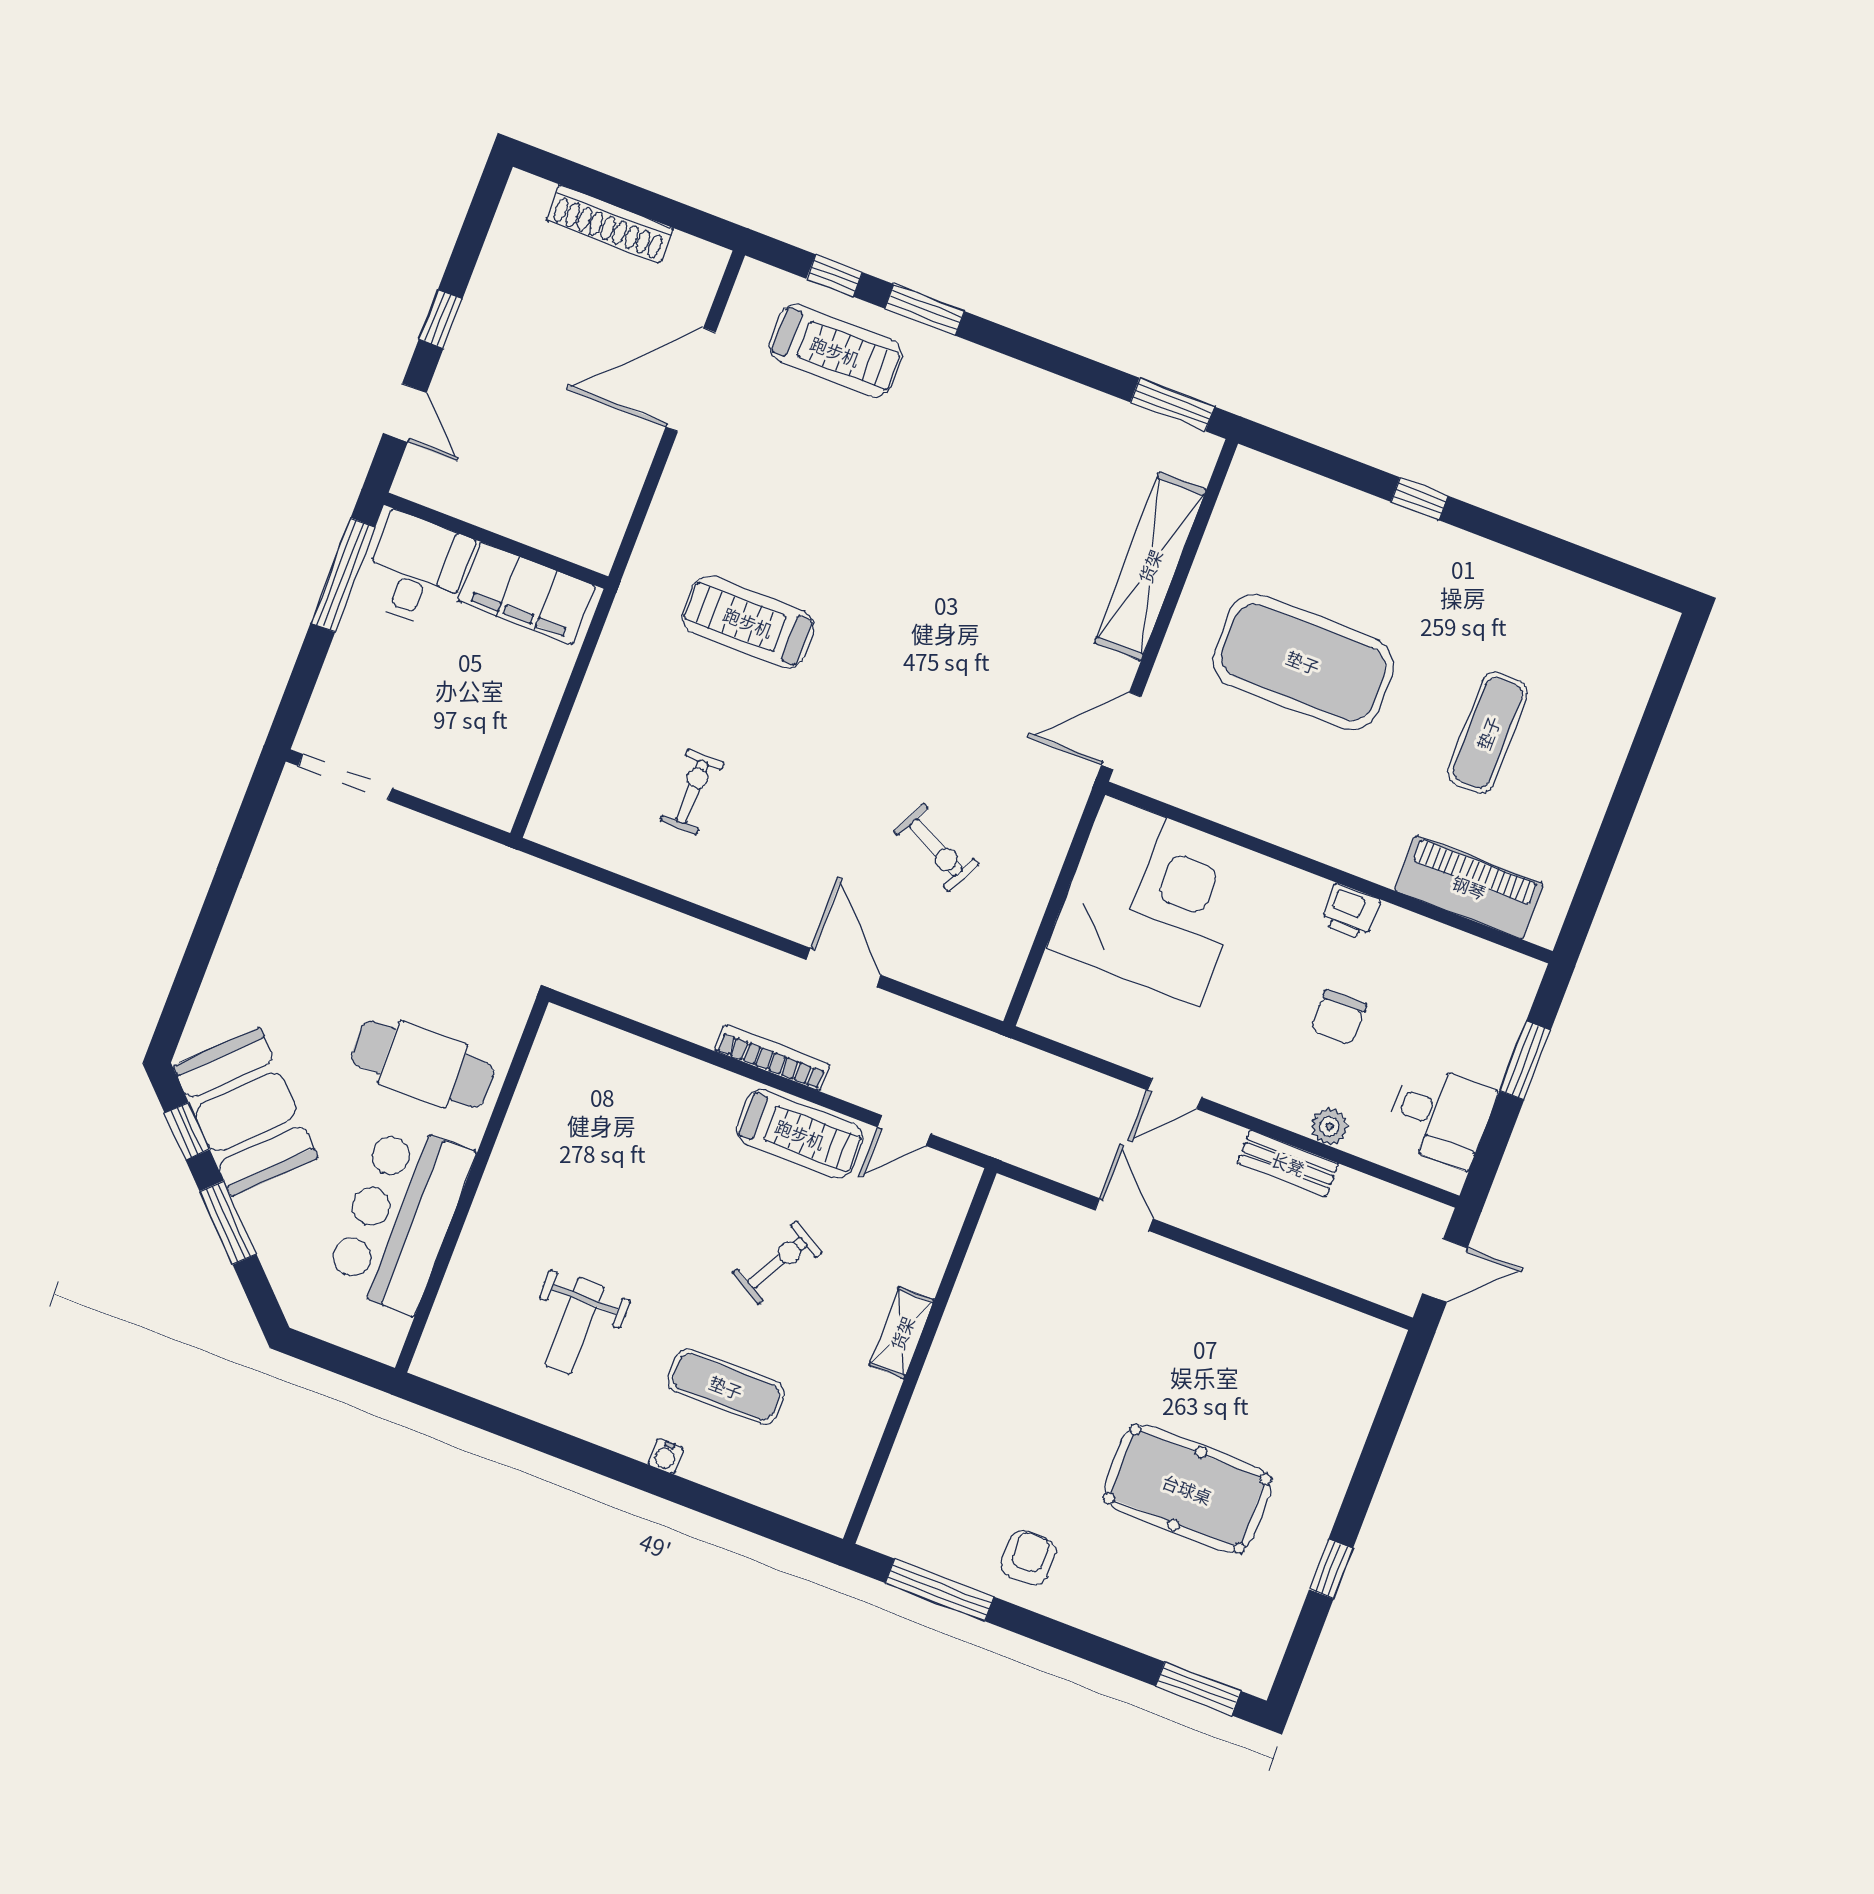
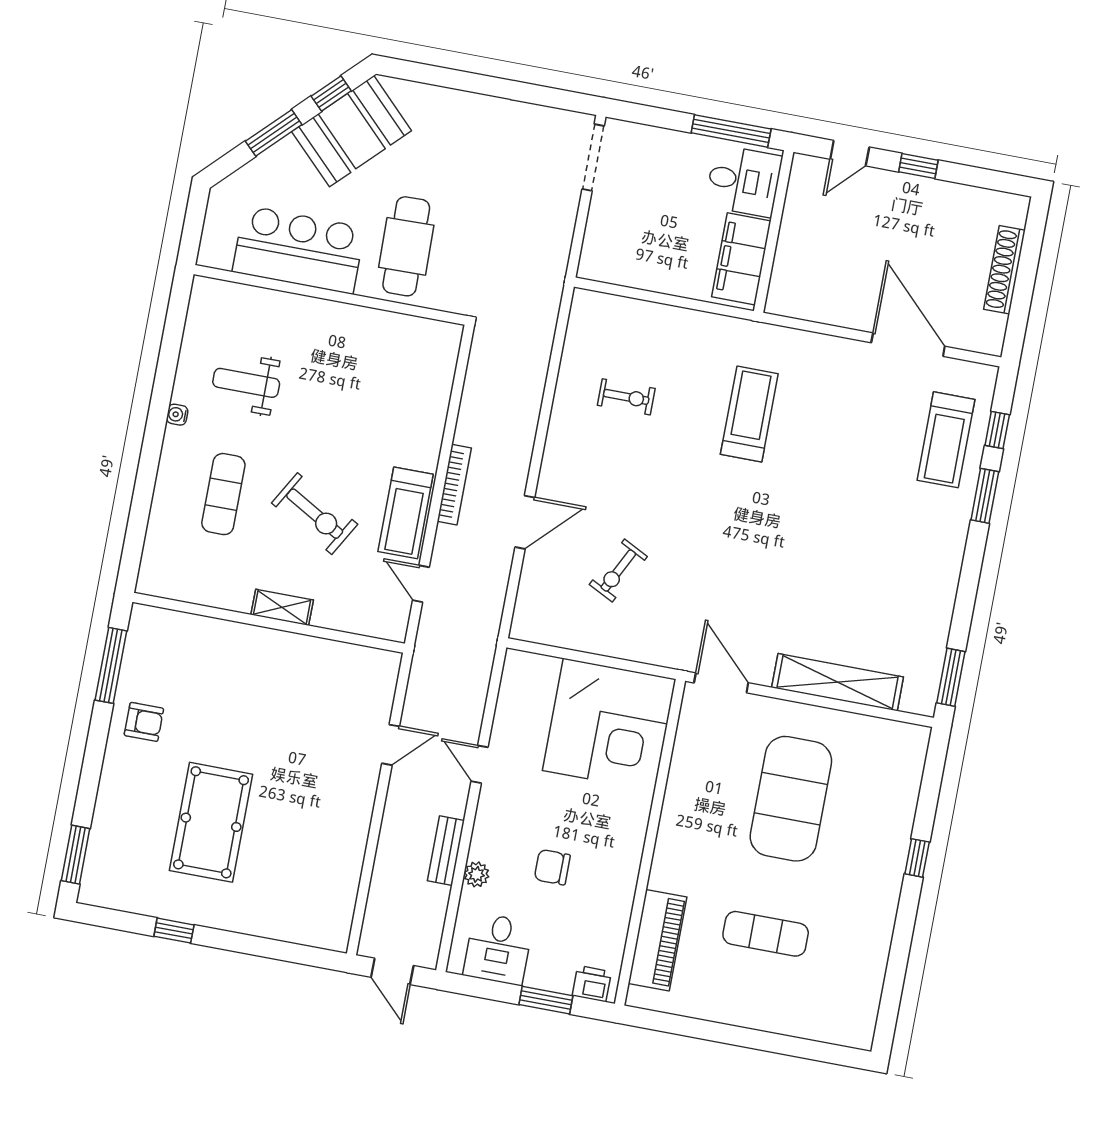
printer: (1350, 912) -> (592, 984), moved, turned 90
exercise bike: (777, 1263) -> (315, 514), width x1.38, depth x1.39
water cooler: (666, 1456) -> (177, 415), moved

